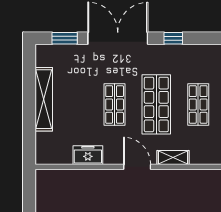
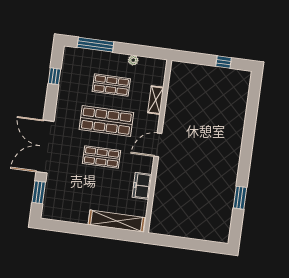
window: (173, 38) -> (54, 76), moved
shelving: (44, 99) -> (117, 221), moved
shelving: (173, 158) -> (156, 100), moved

